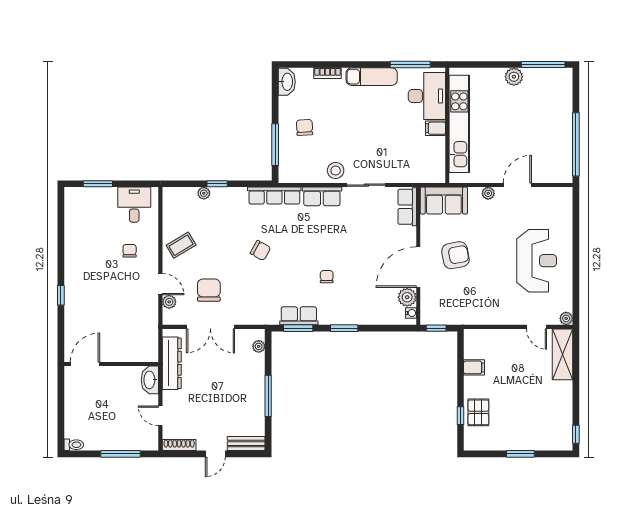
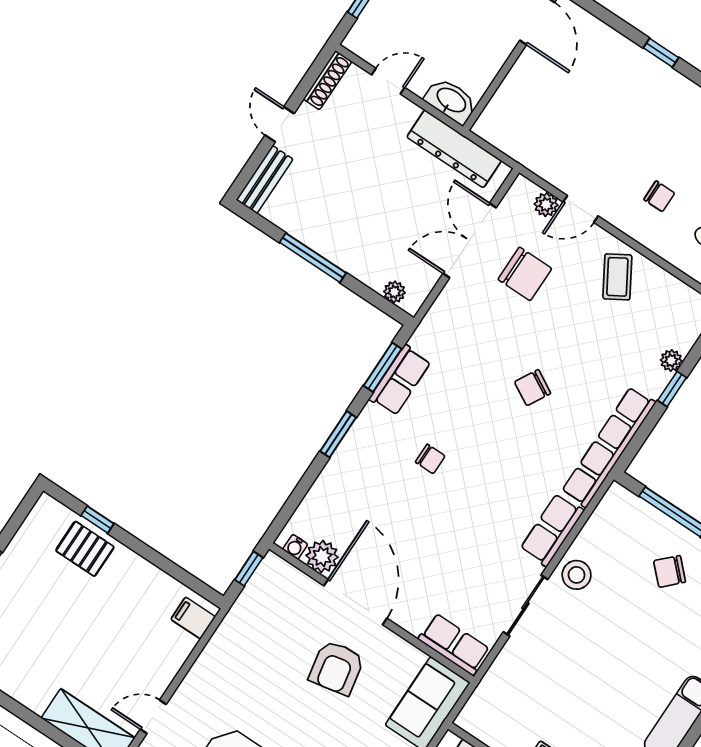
chair: (305, 127) -> (670, 571), turned 138
row of seats: (274, 196) -> (609, 447), width x1.36
filing cabinet: (474, 367) -> (193, 618), moved, turned 90

